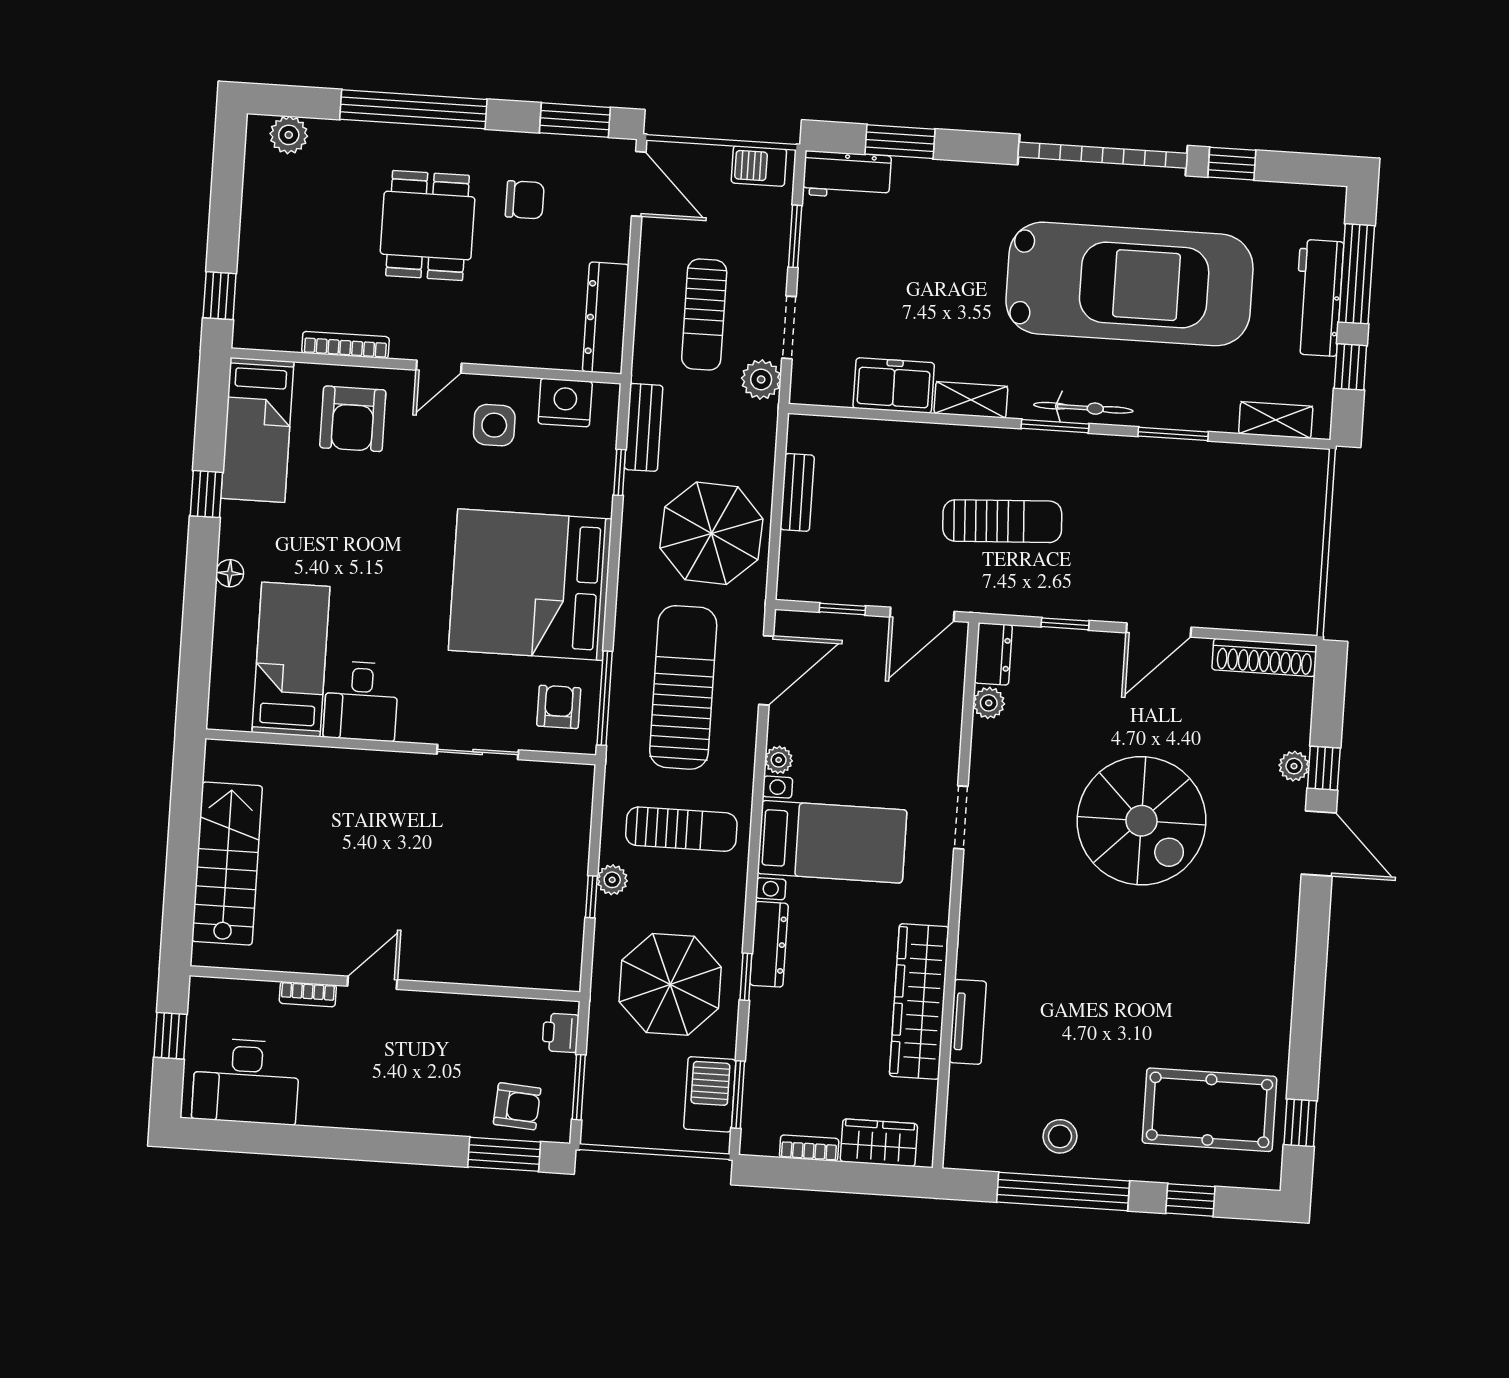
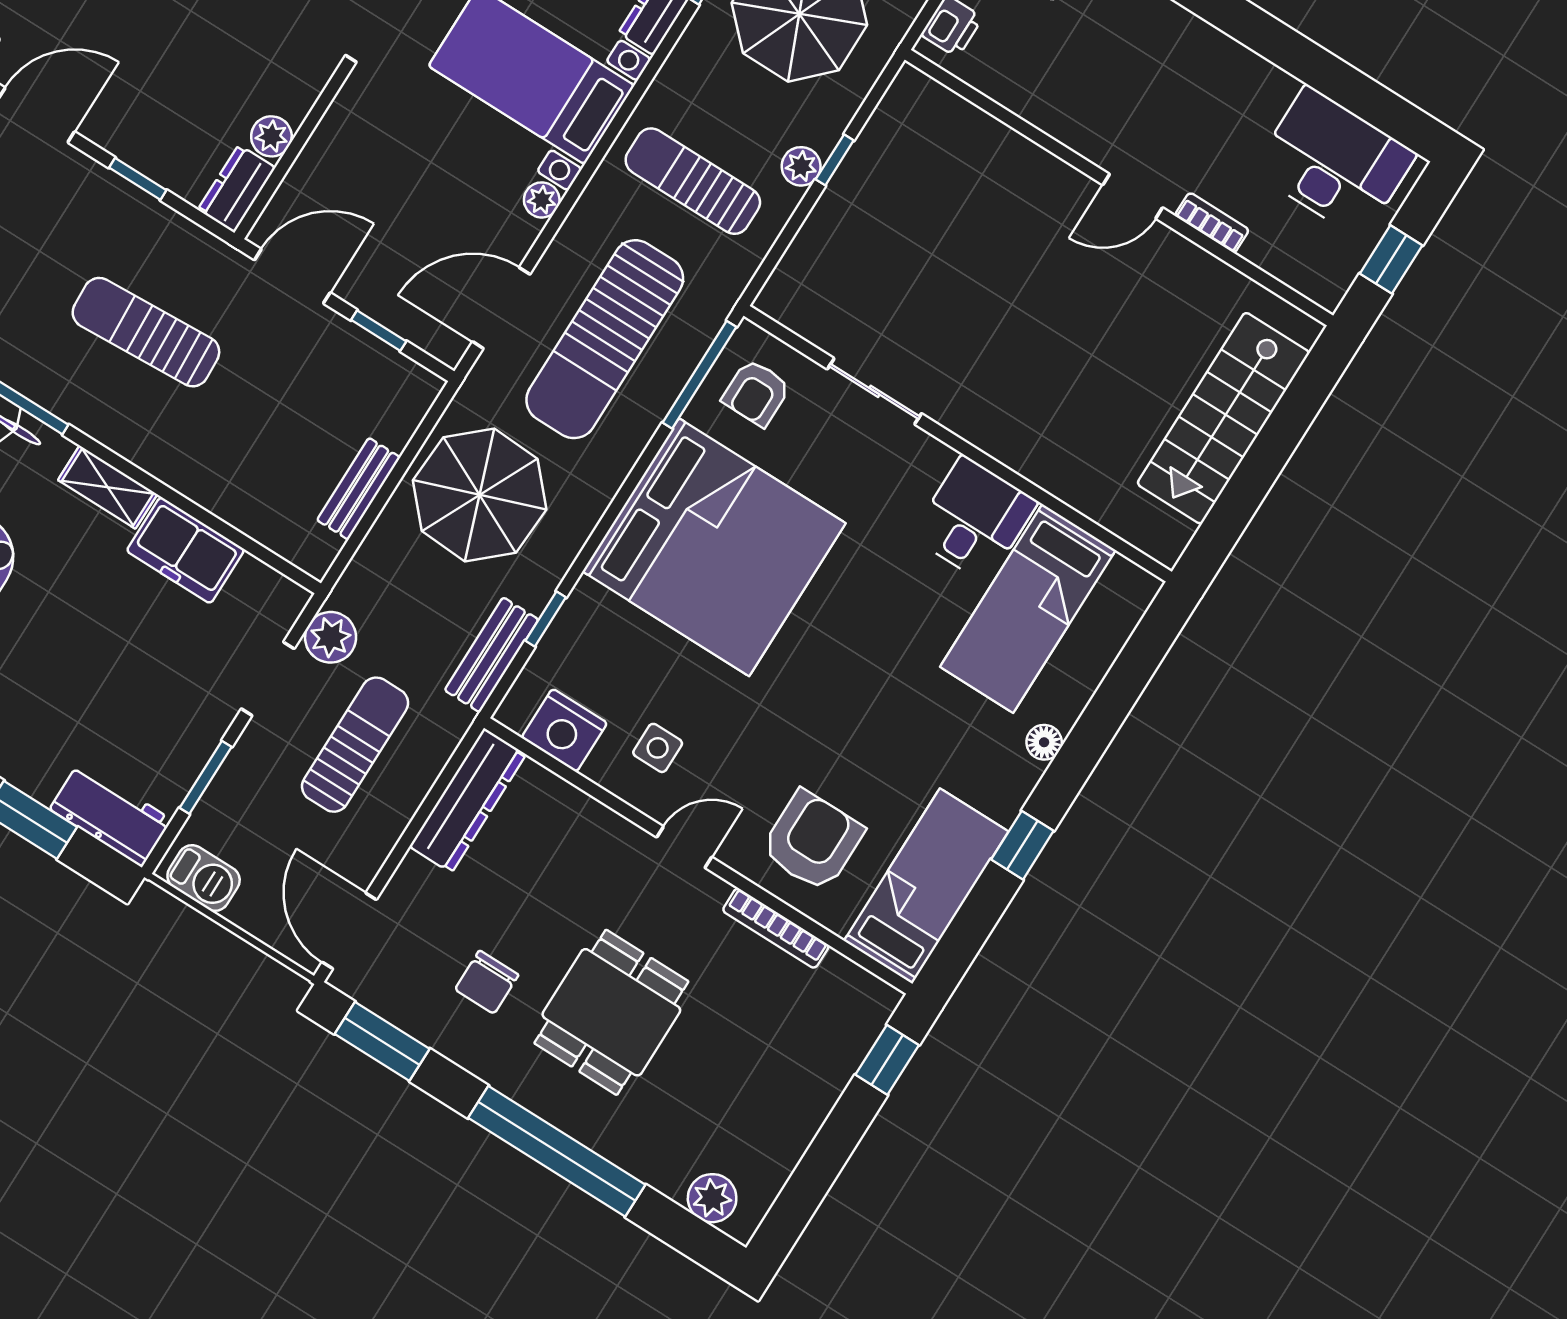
chair: (525, 200) -> (487, 982), turned -90
side table: (494, 425) -> (658, 748), width x0.73, depth x0.73

